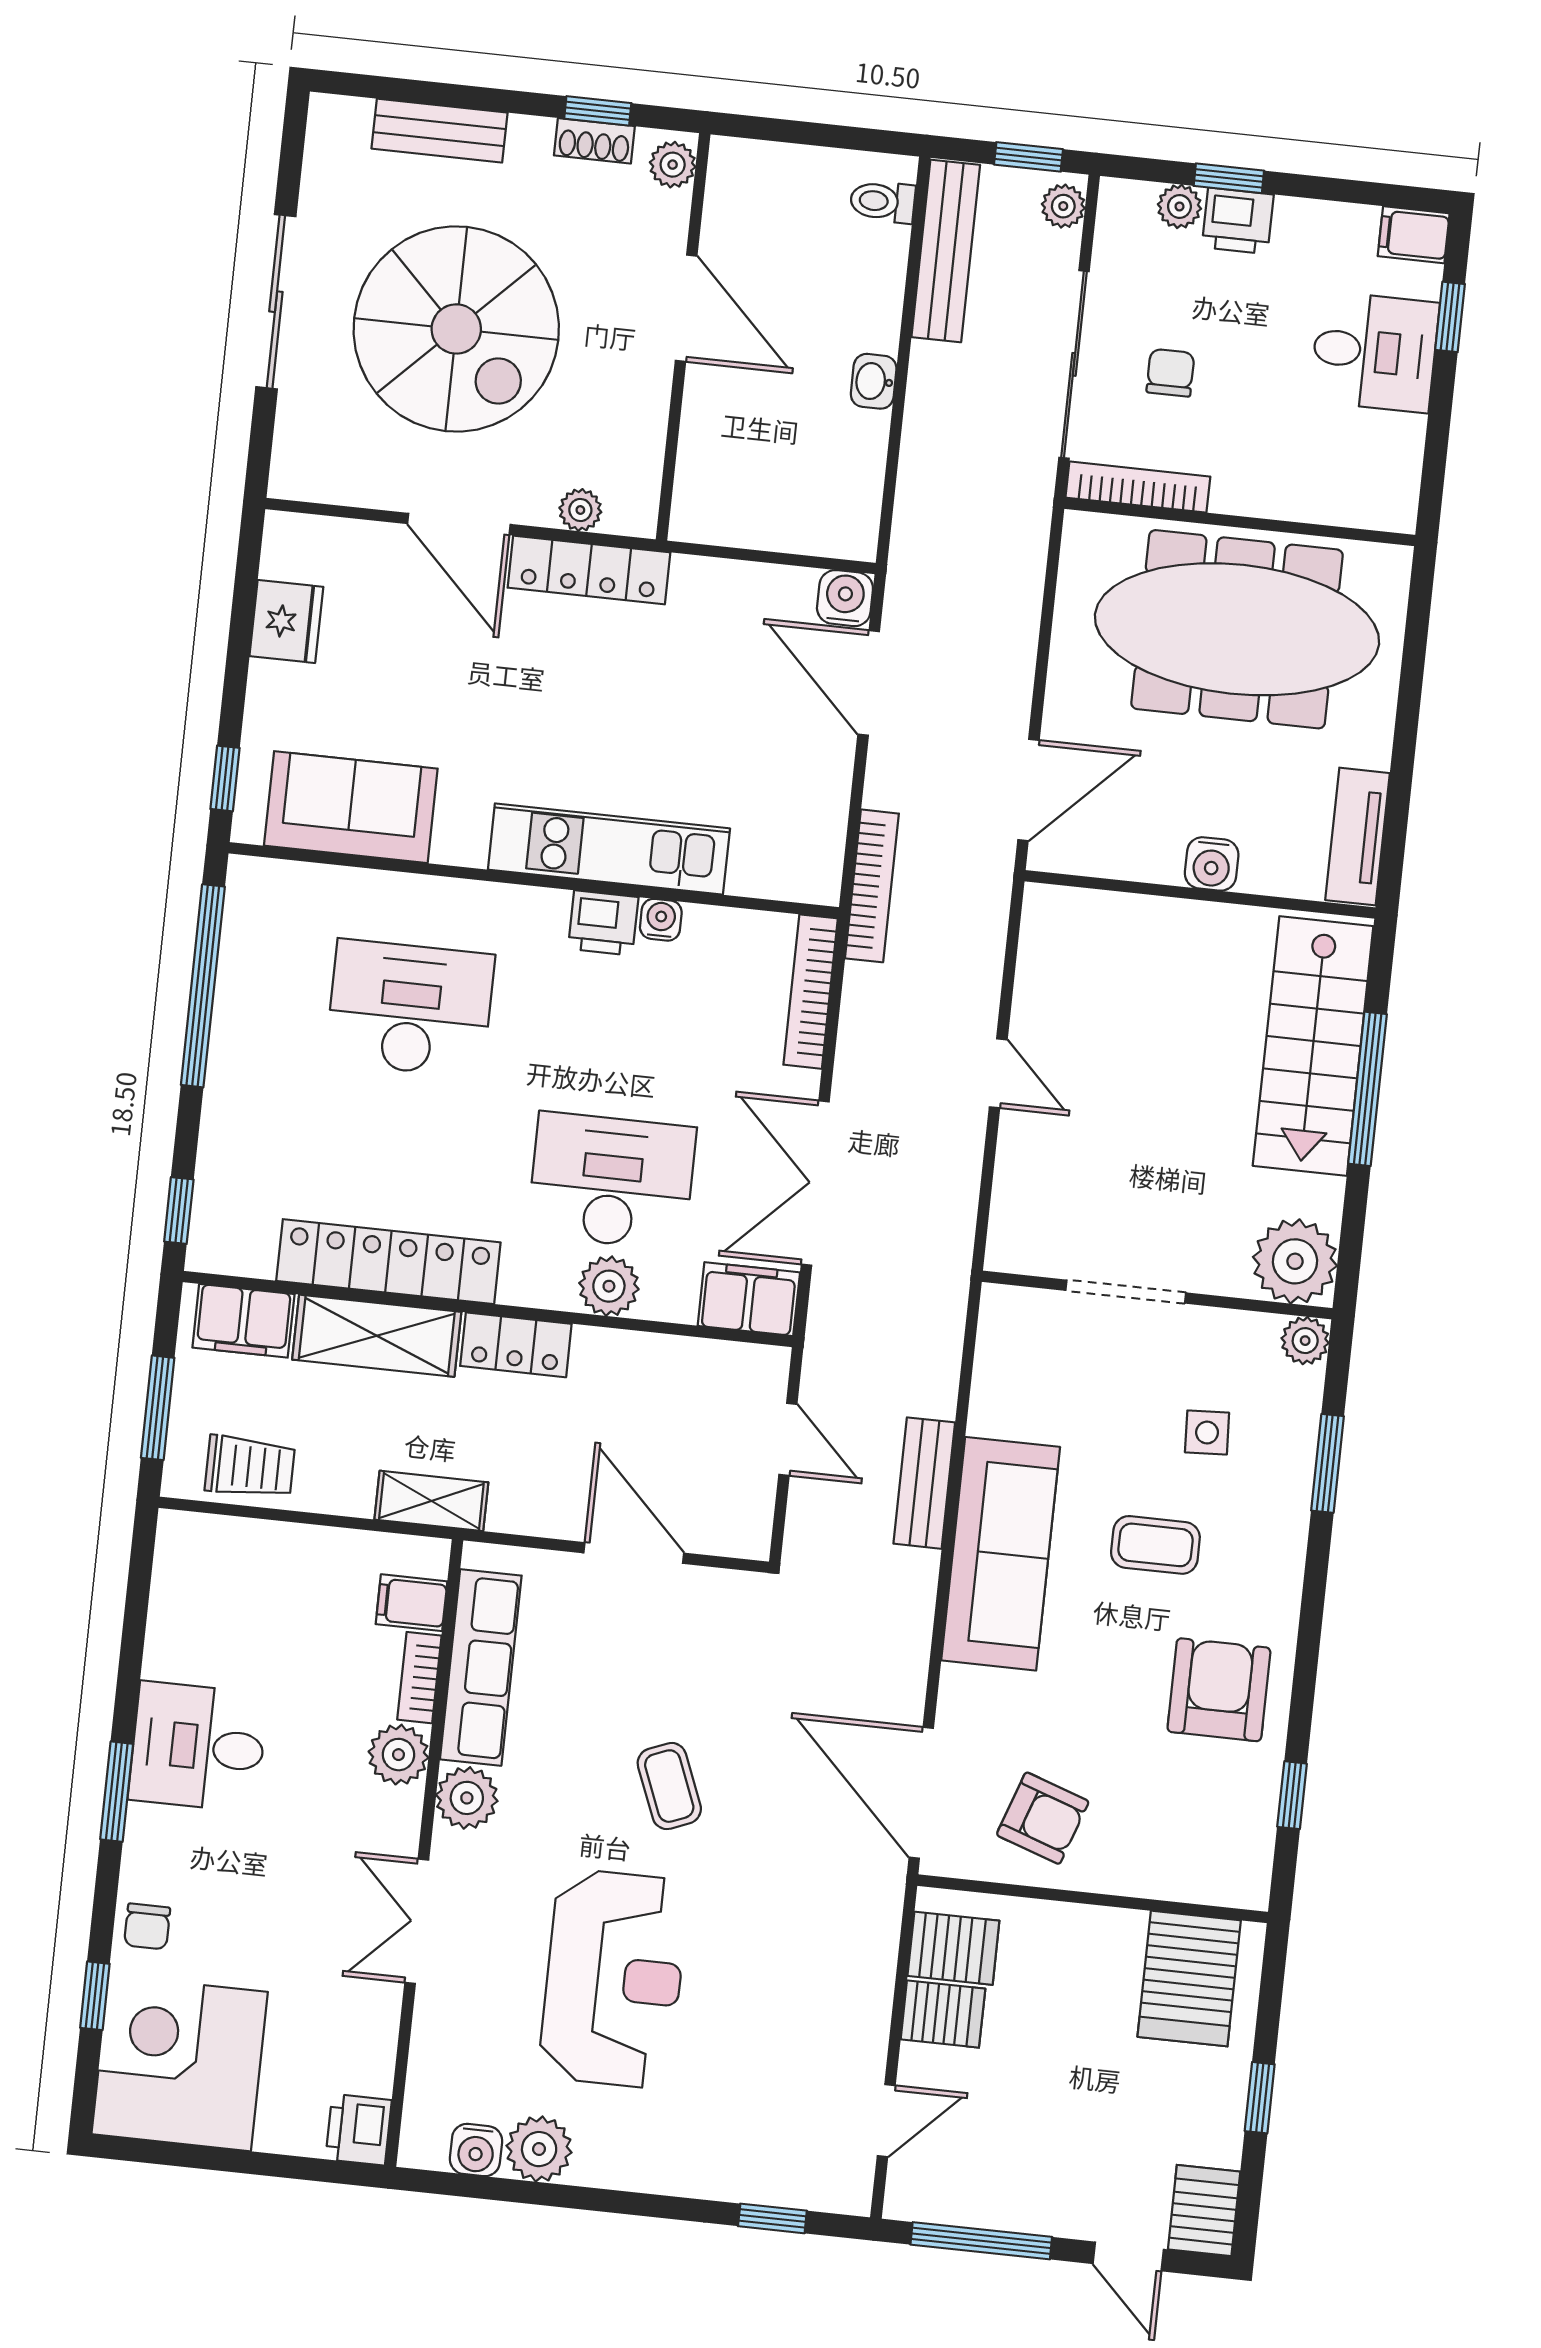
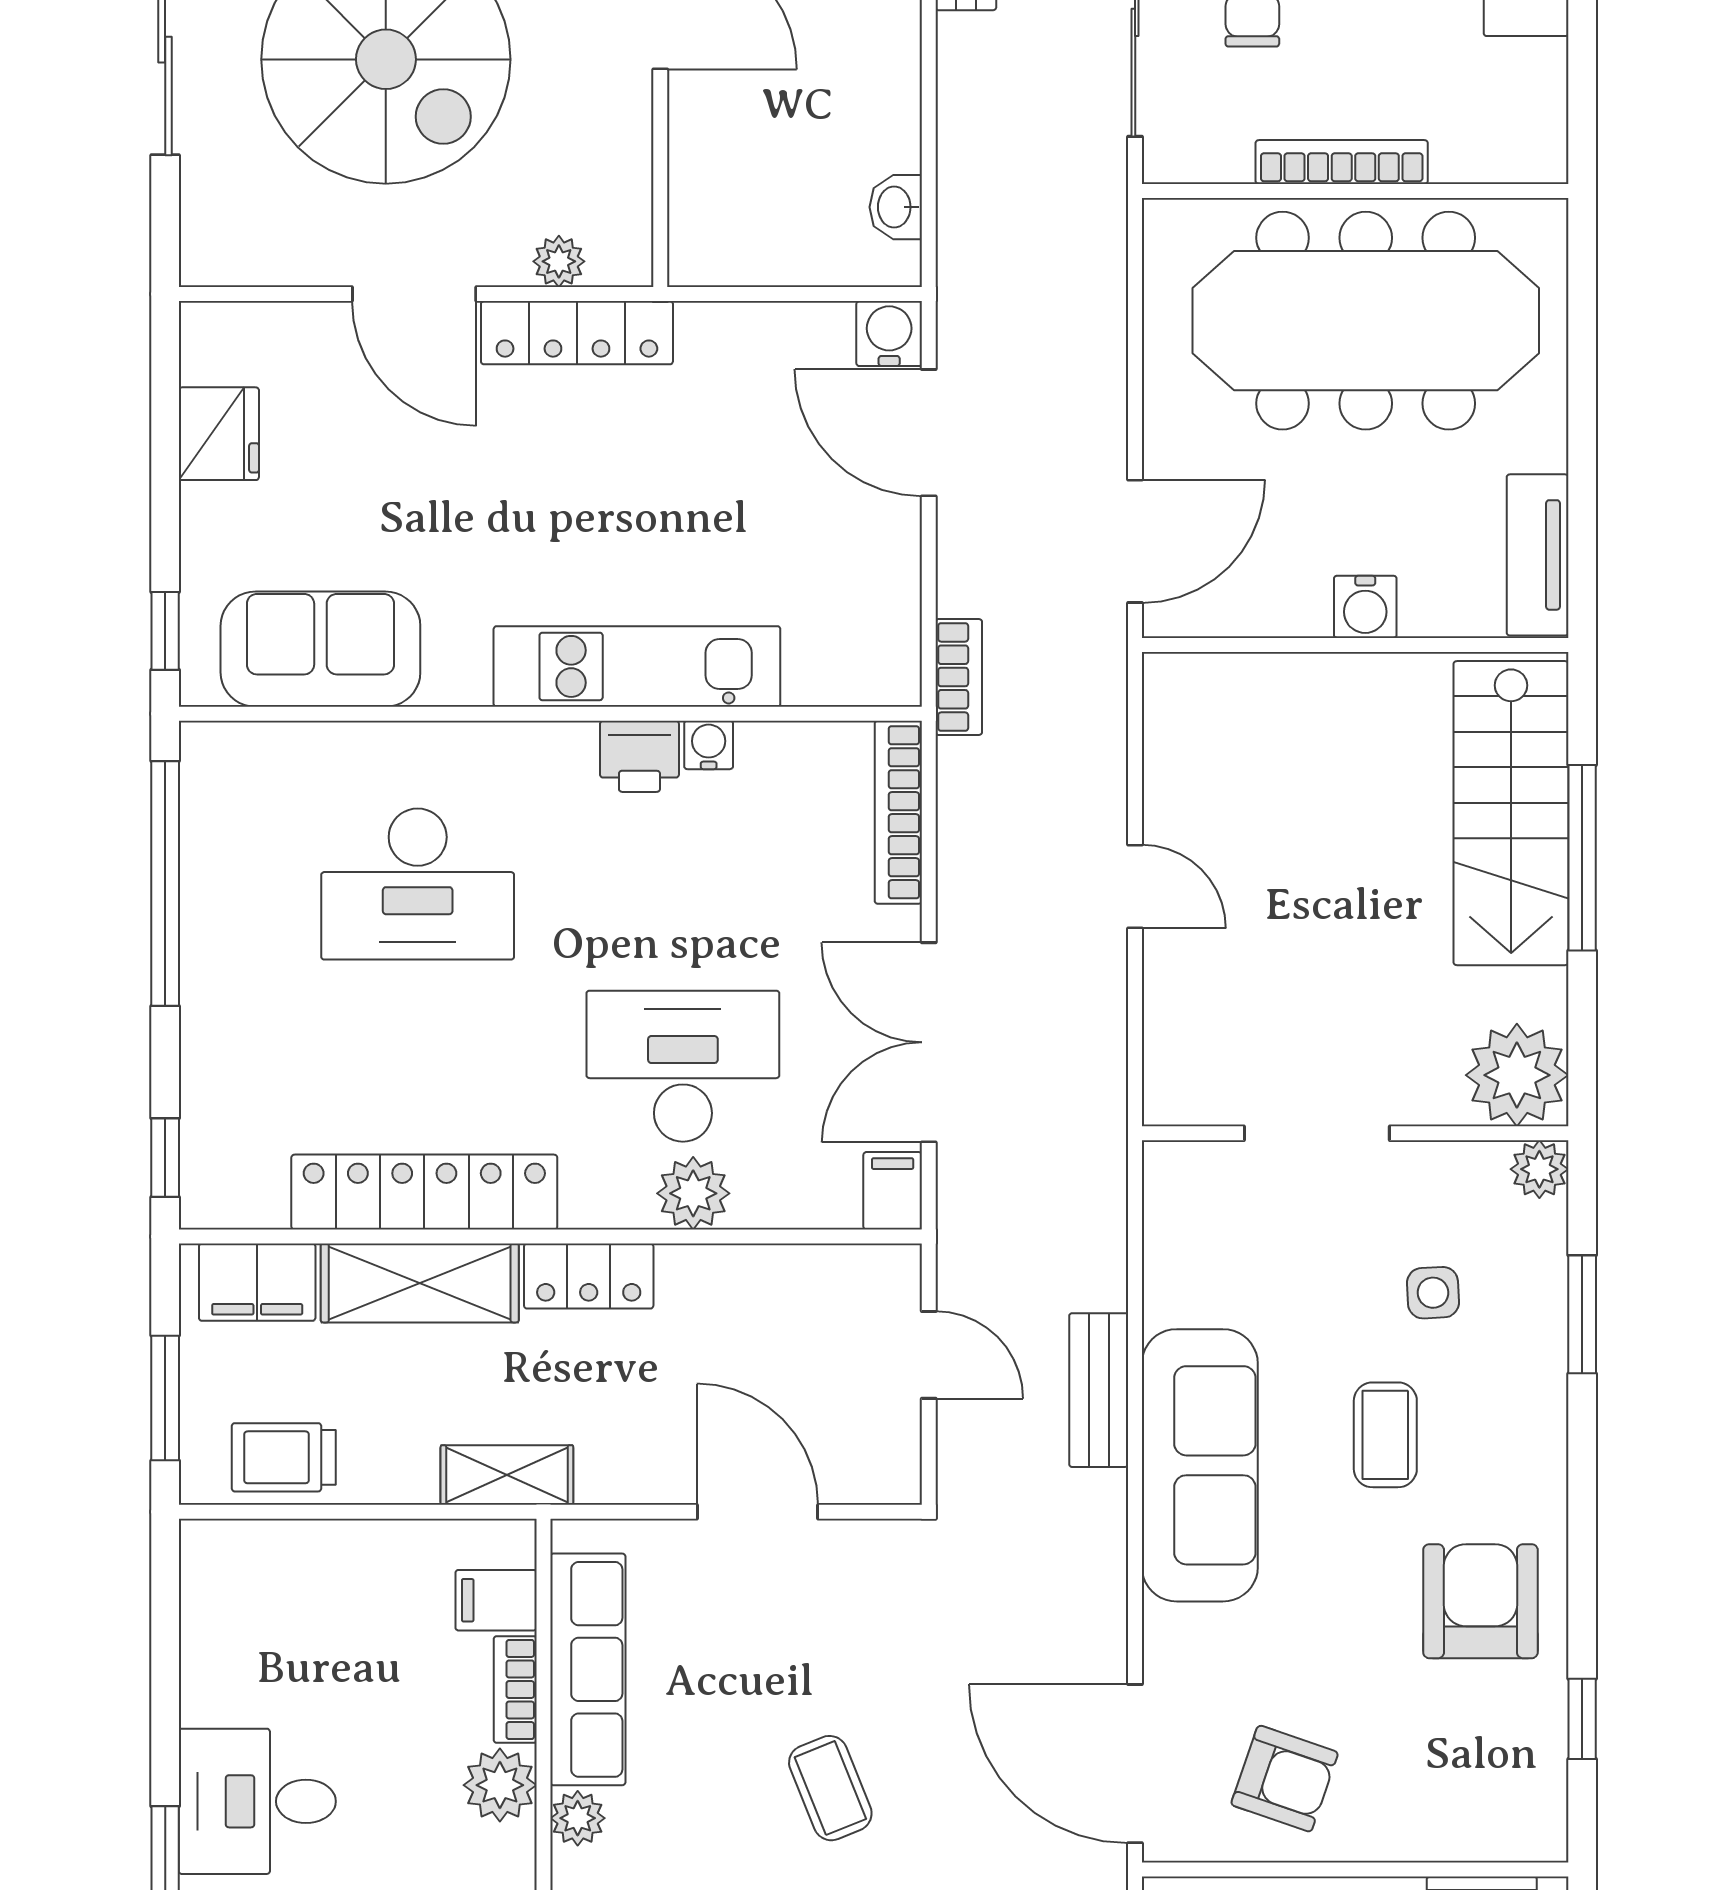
washbasin: (874, 381) -> (896, 207), moved
bookcase: (1138, 487) -> (1342, 162), moved
bookcase: (872, 886) -> (959, 677), width x0.64
desk: (410, 1008) -> (418, 884), turned 180
filing cabinet: (749, 1299) -> (893, 1191), width x0.50
trolley: (250, 1467) -> (284, 1457), turned 180
coffee table: (1155, 1545) -> (1385, 1435), turned 90
plant: (467, 1798) -> (578, 1818), width x0.73, depth x0.73

